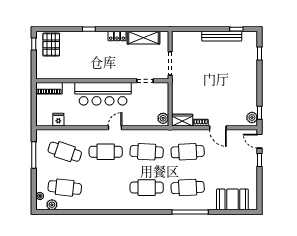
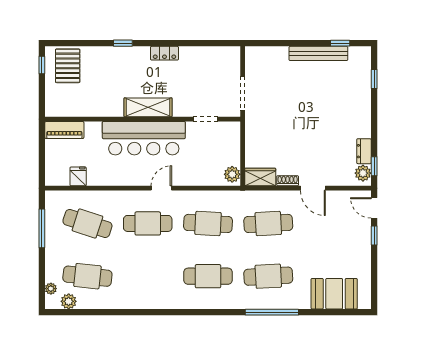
shelving: (144, 38) -> (148, 107), moved
dresser: (253, 103) -> (364, 151), added

